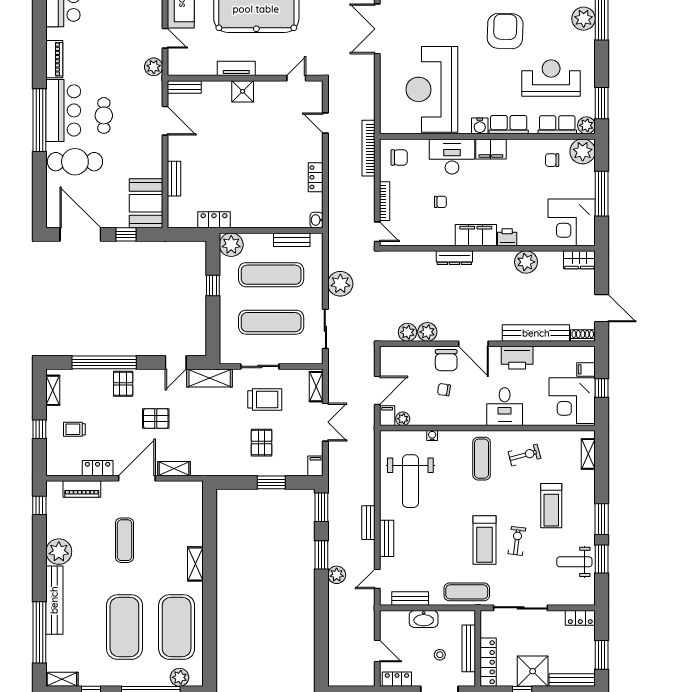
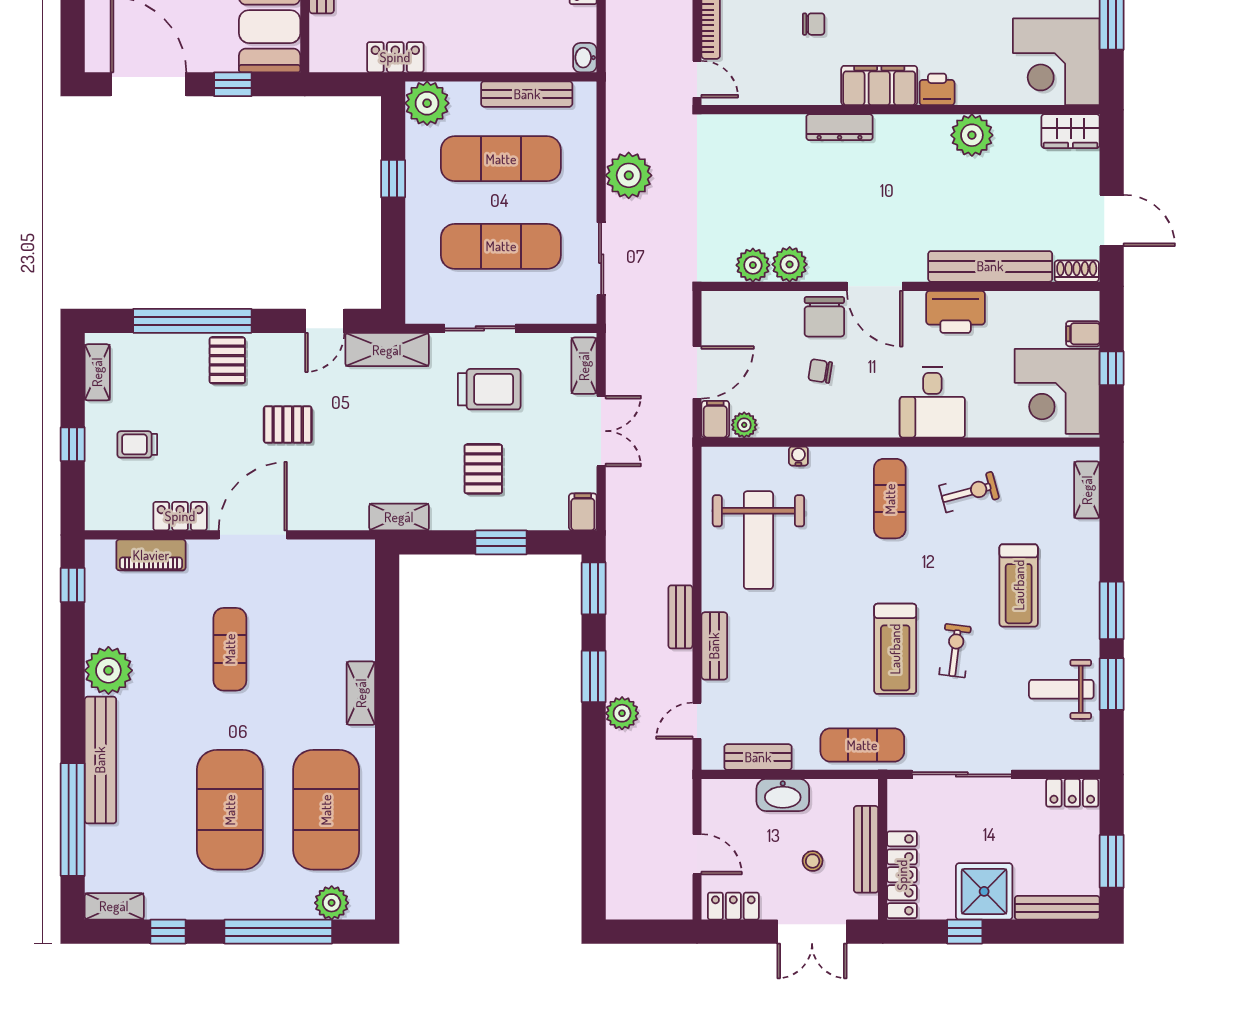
bench: (292, 240) -> (527, 94), width x1.36
shelving: (174, 469) -> (399, 517), moved

